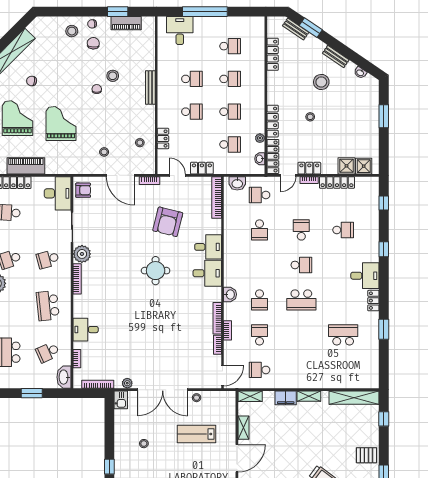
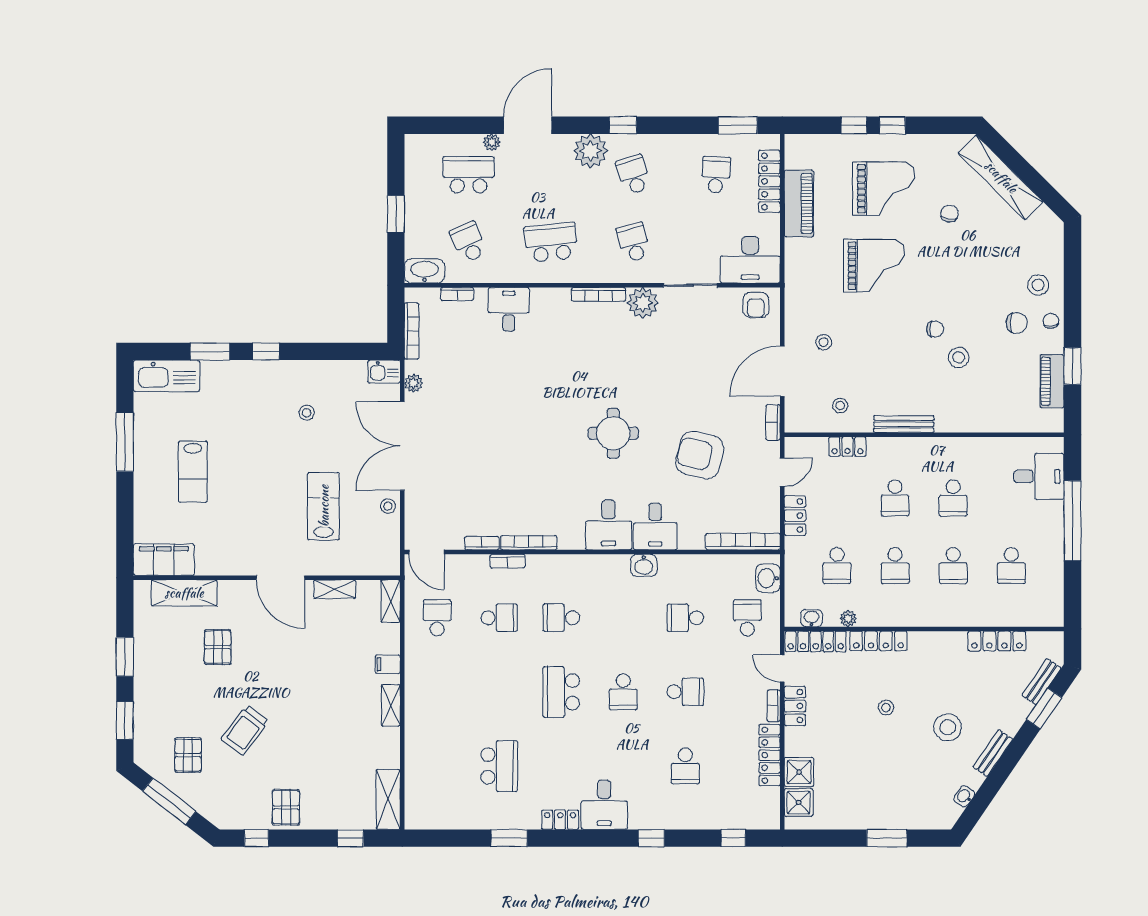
bench: (150, 87) -> (904, 424), moved
washbasin: (230, 294) -> (644, 565), moved
filing cabinet: (286, 398) -> (388, 664), width x0.50
shelving: (354, 398) -> (388, 799), width x0.68

